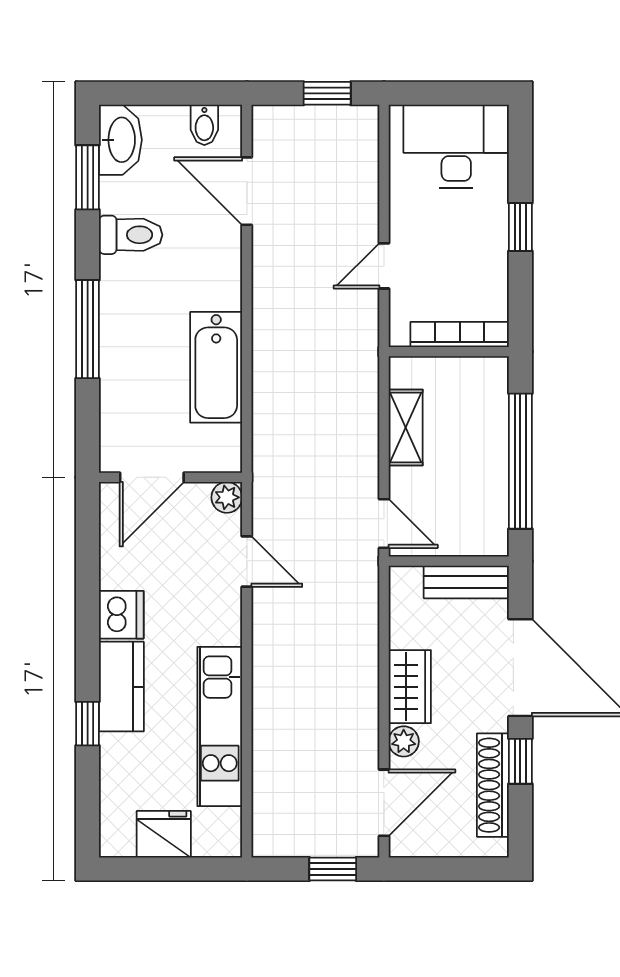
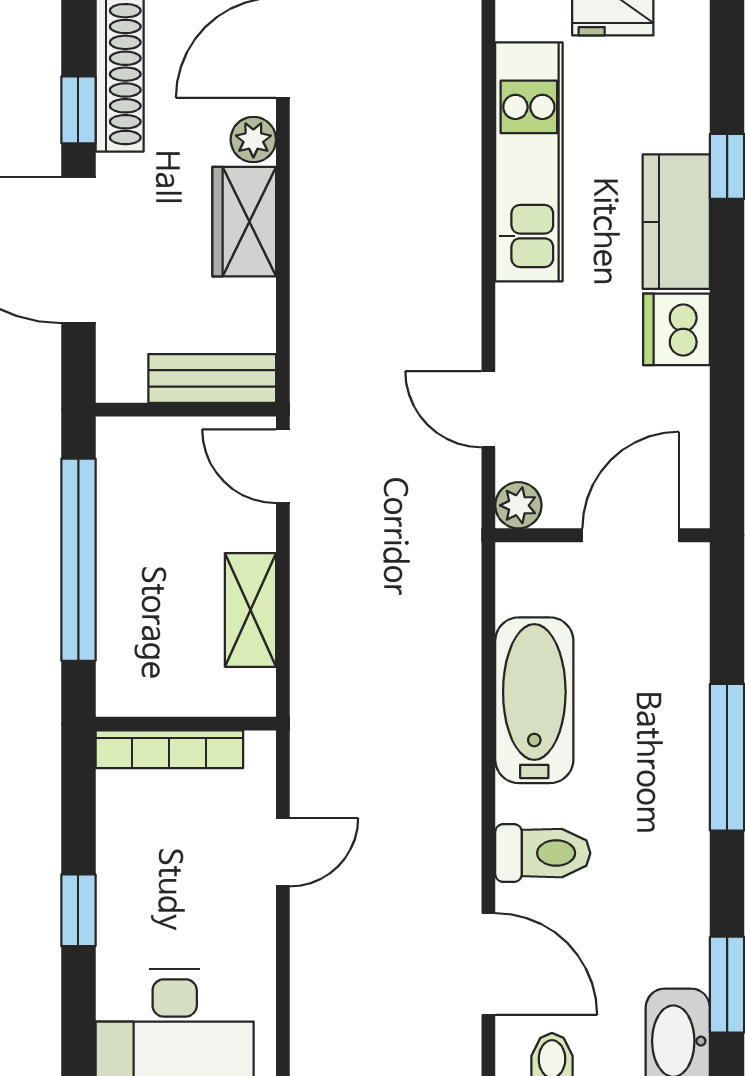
toilet: (131, 235) -> (543, 853), moved, turned 180
bench: (466, 582) -> (212, 378), moved

